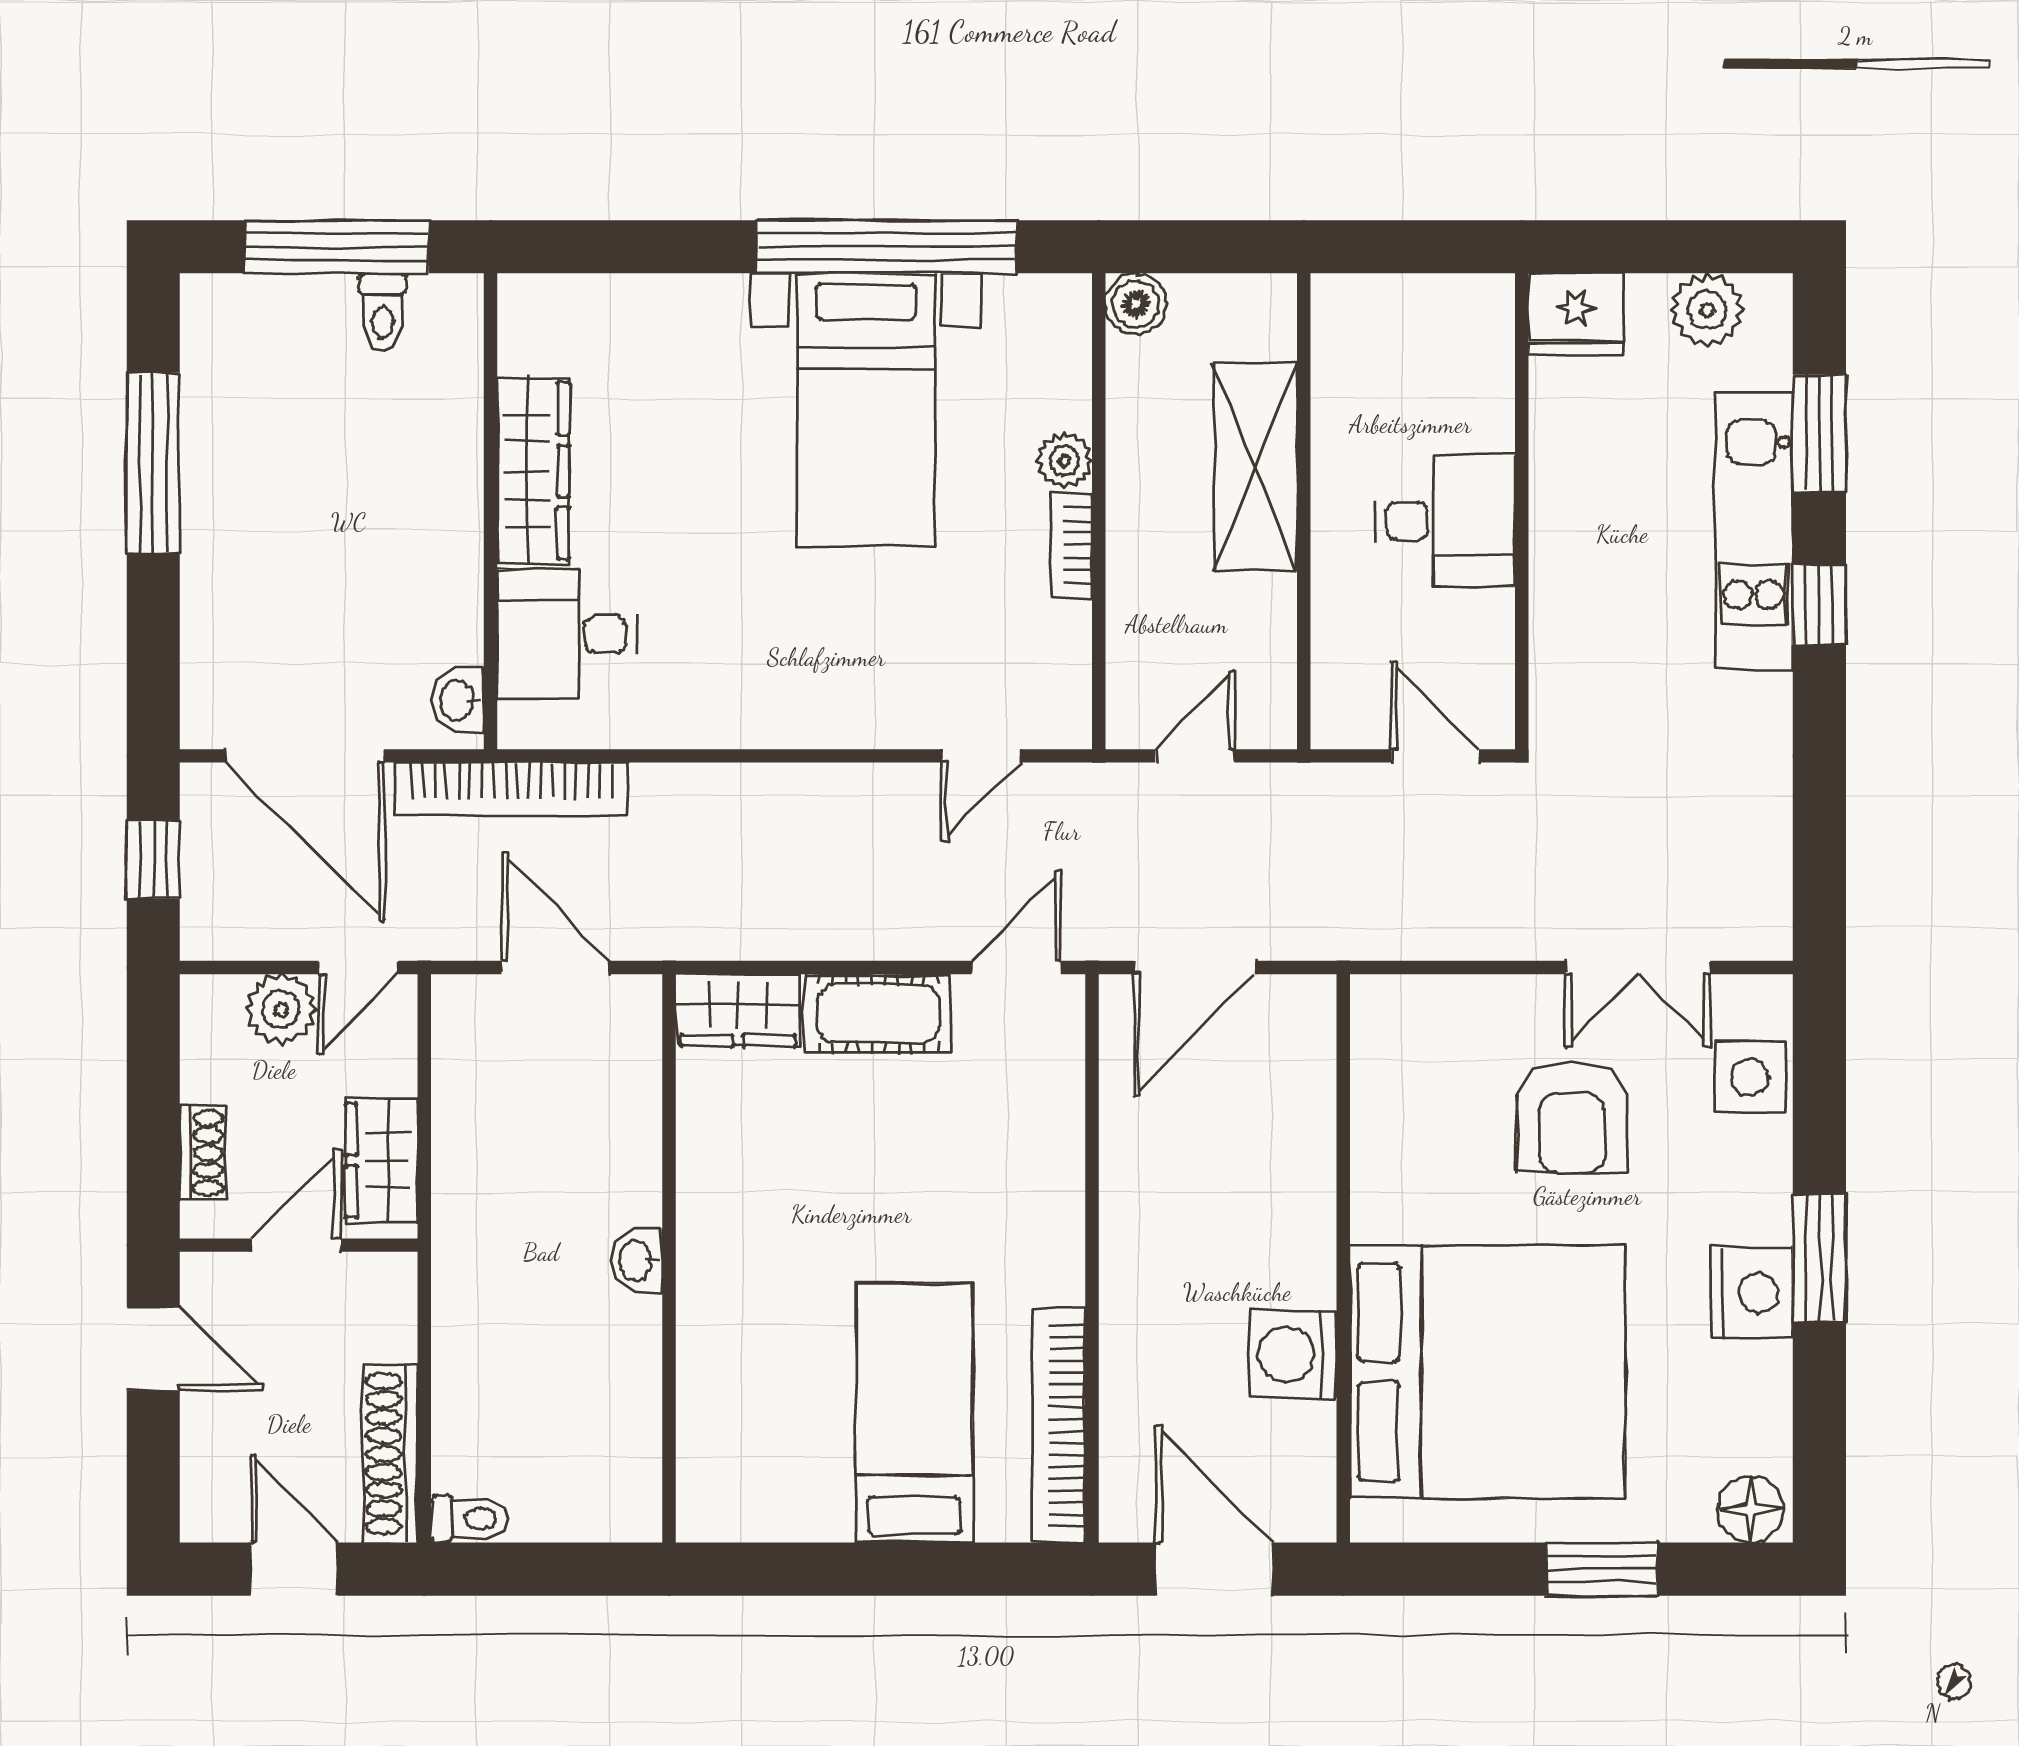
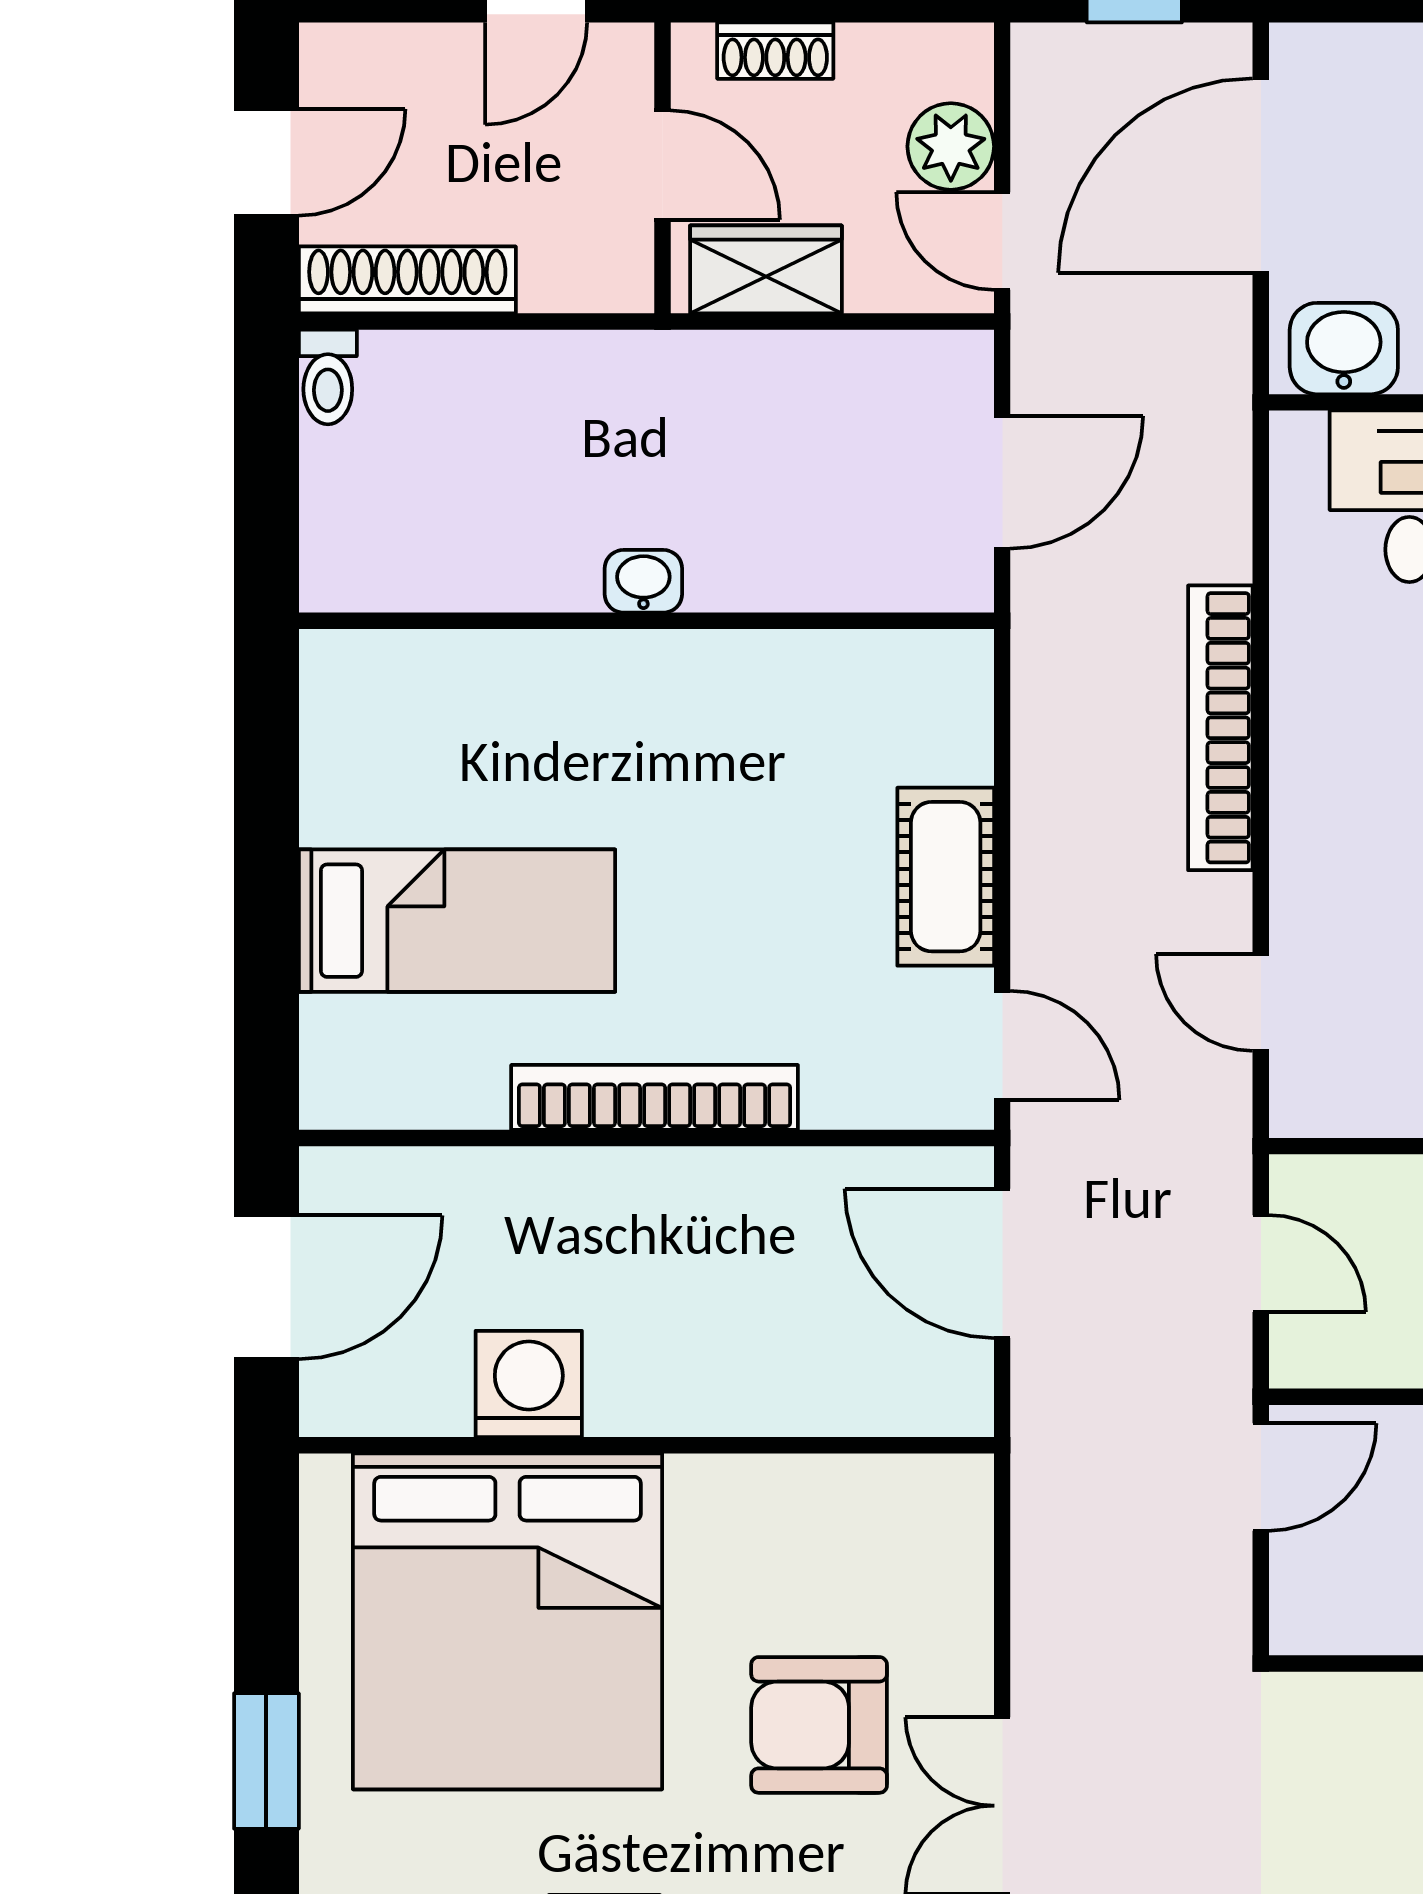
washbasin: (458, 700) -> (1344, 349), width x1.38, depth x1.45
door: (1435, 756) -> (1261, 1477), moved
bookcase: (512, 789) -> (1220, 728), moved
wardrobe: (738, 1010) -> (950, 705), removed
bookcase: (1059, 1425) -> (655, 1097), moved

